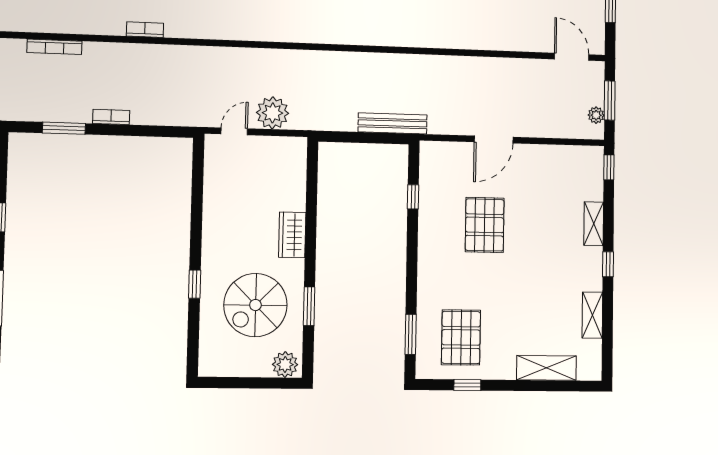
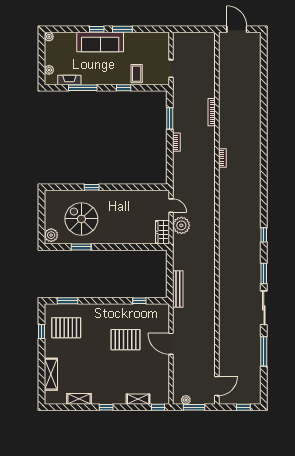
shelving: (594, 224) -> (138, 399), moved
wardrobe: (292, 235) -> (162, 232), moved, turned -90

